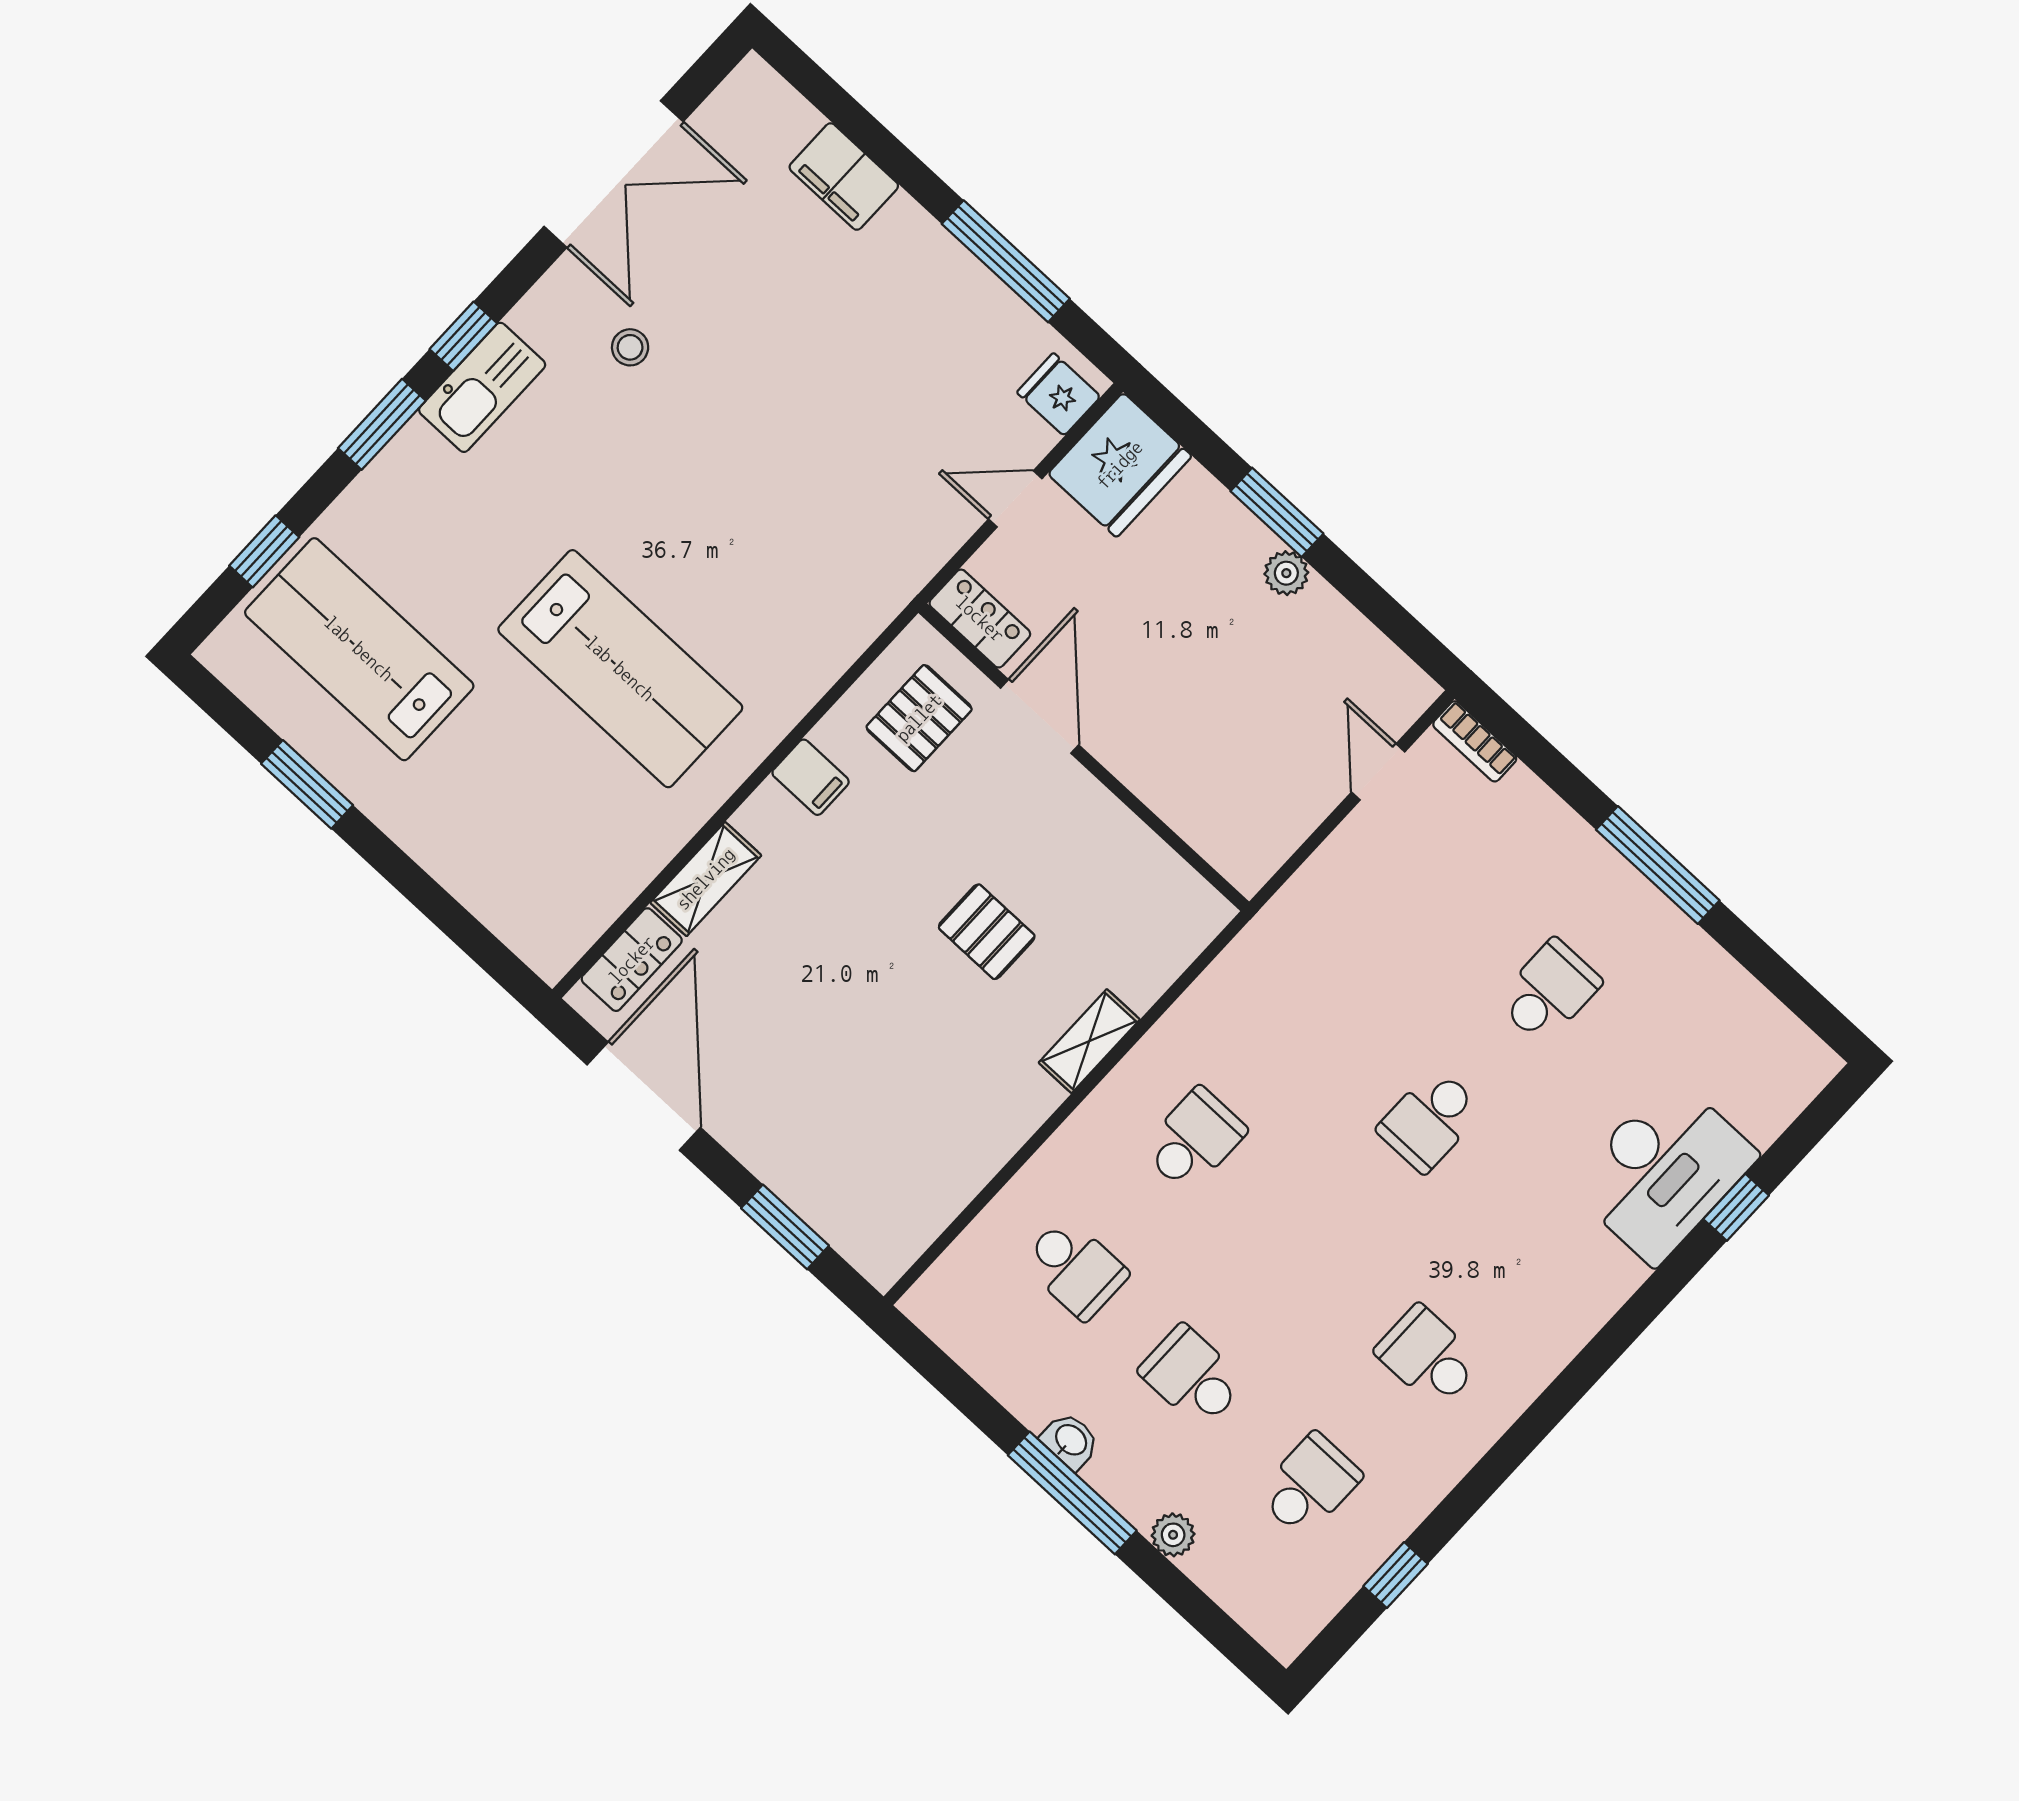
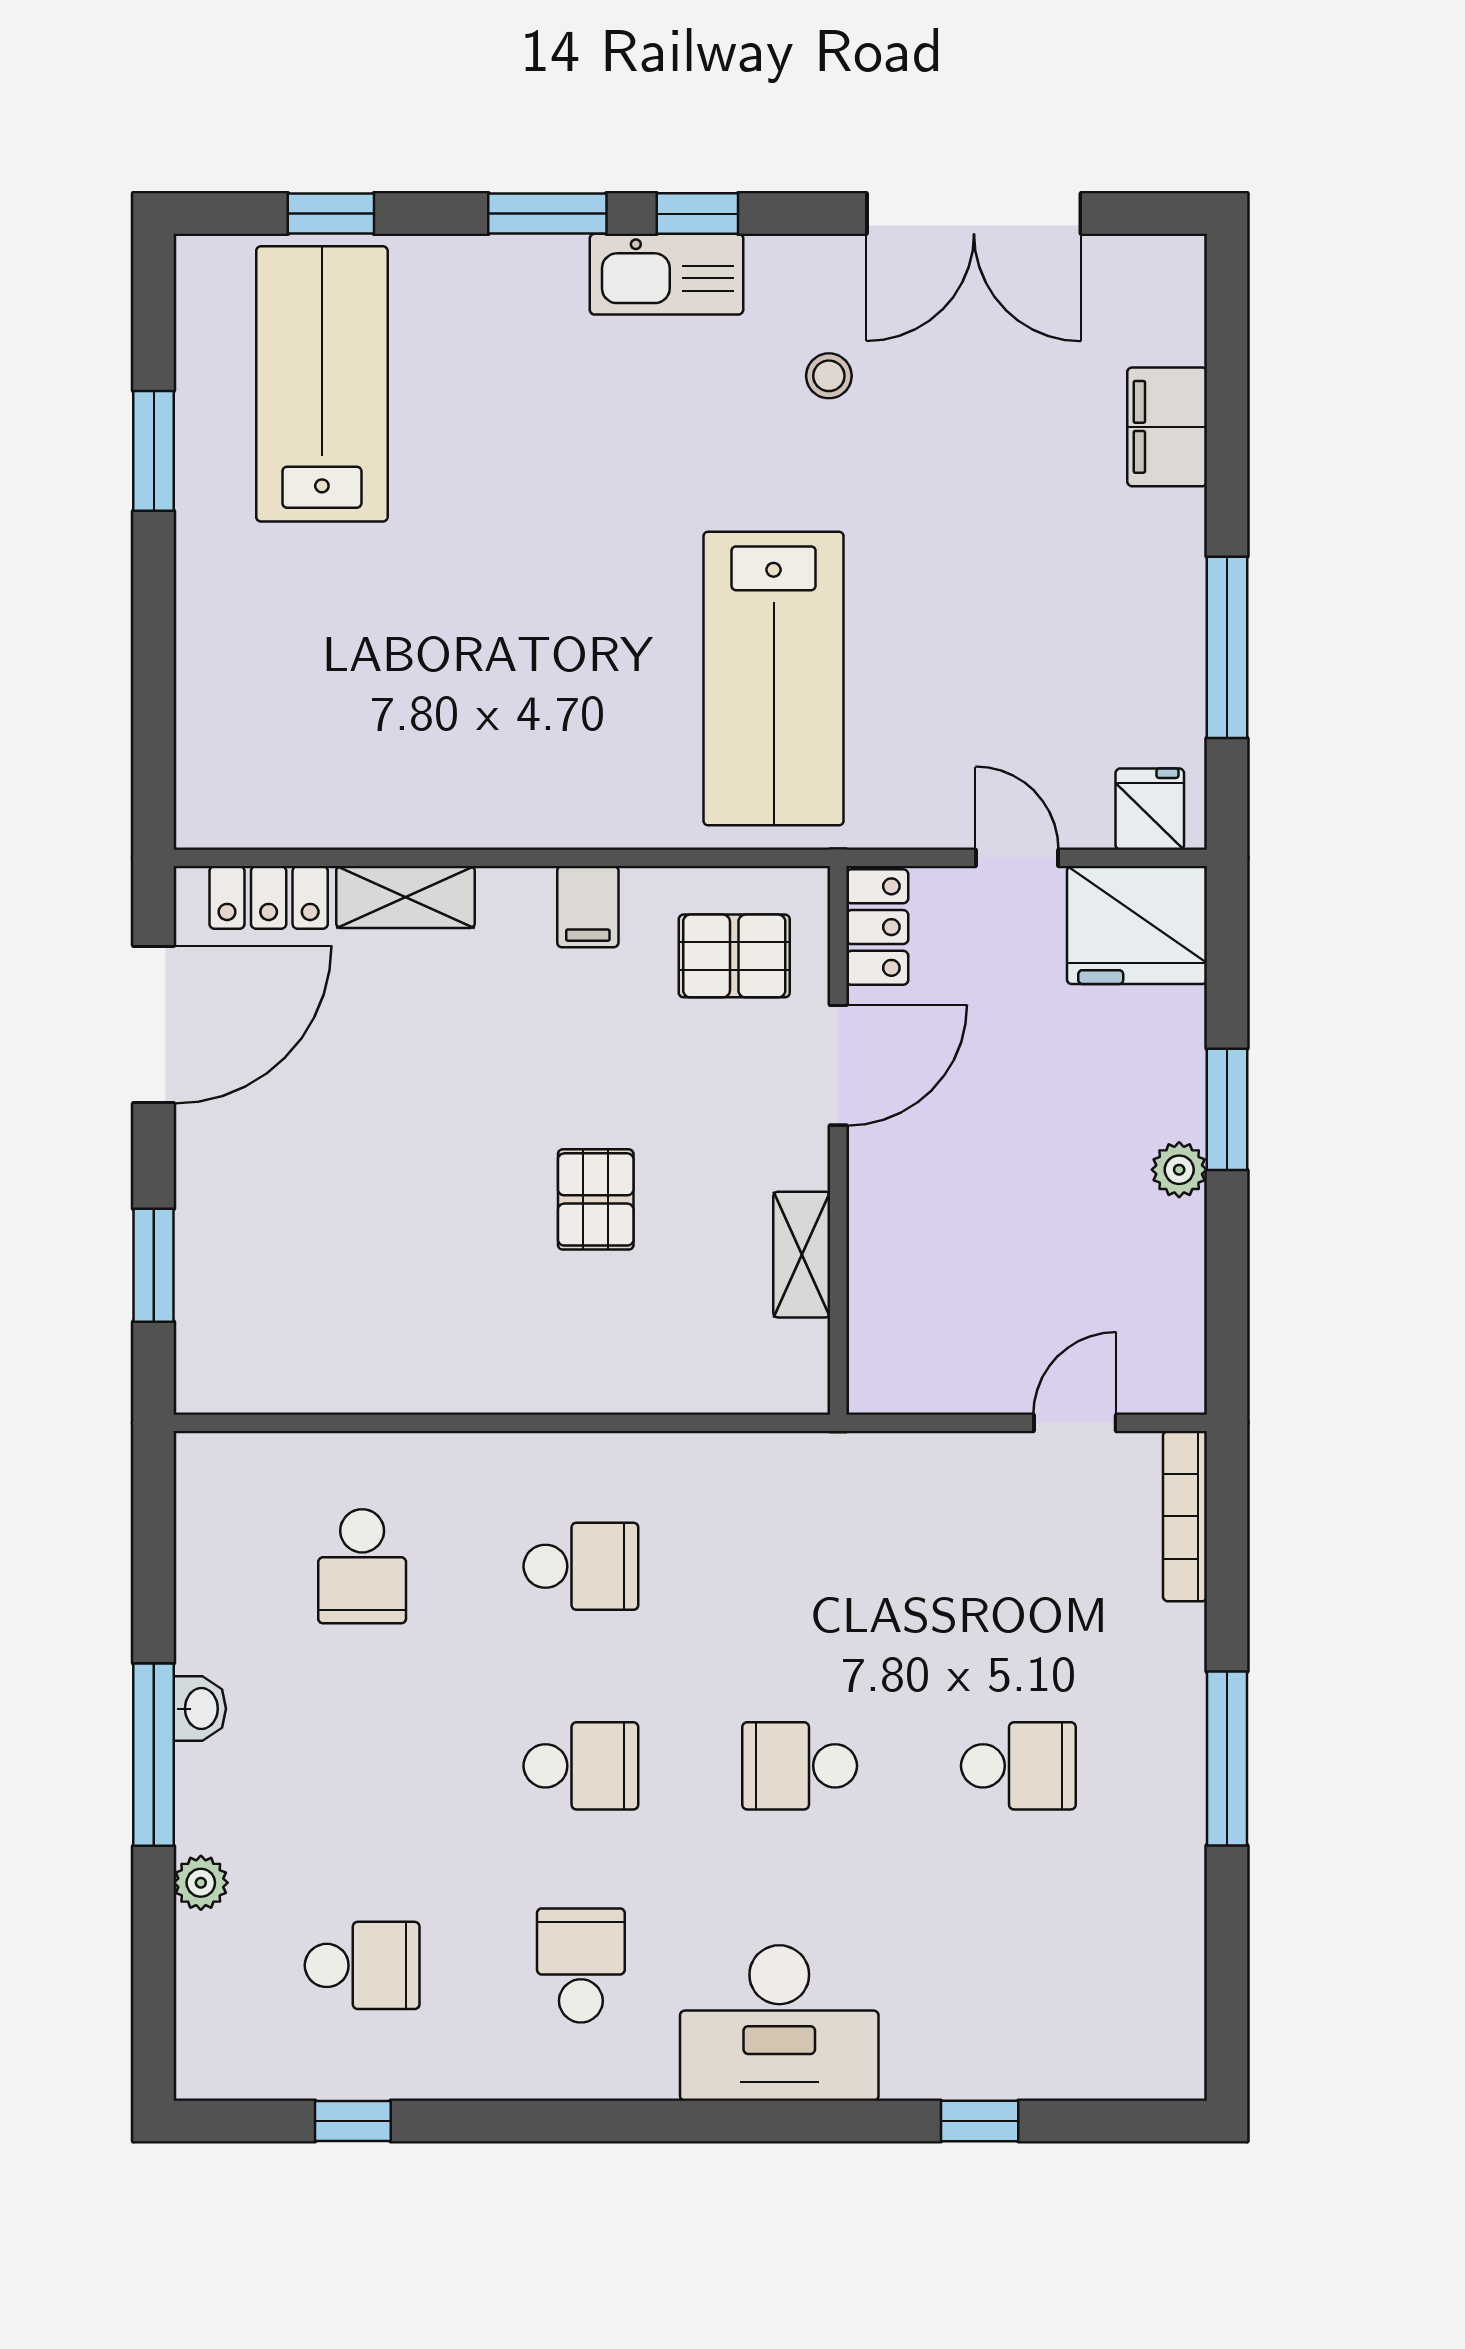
lab bench: (620, 669) -> (774, 679), moved
bookcase: (1475, 741) -> (1185, 1516), width x1.56
shelving: (1089, 1041) -> (802, 1255), moved, turned 90
desk: (1663, 1171) -> (779, 2023), moved
school desk: (1192, 1377) -> (581, 1766), moved, turned 90

